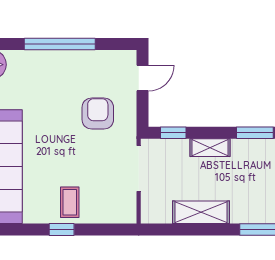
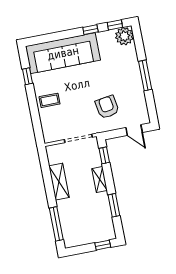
window: (60, 44) -> (145, 75), width x0.68
armchair: (98, 113) -> (107, 107), turned -99
window: (62, 229) -> (28, 76), moved

